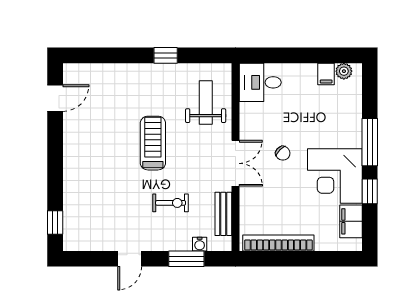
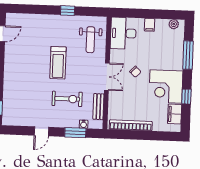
filing cabinet: (326, 74) -> (150, 25), moved
desk: (260, 82) -> (123, 33), width x1.37
weight bench: (206, 103) -> (90, 40), turned 180
window: (370, 142) -> (188, 55), moved
treadmill: (153, 143) -> (58, 63), turned 180
exercise bike: (171, 203) -> (67, 99), width x1.38, depth x1.39

